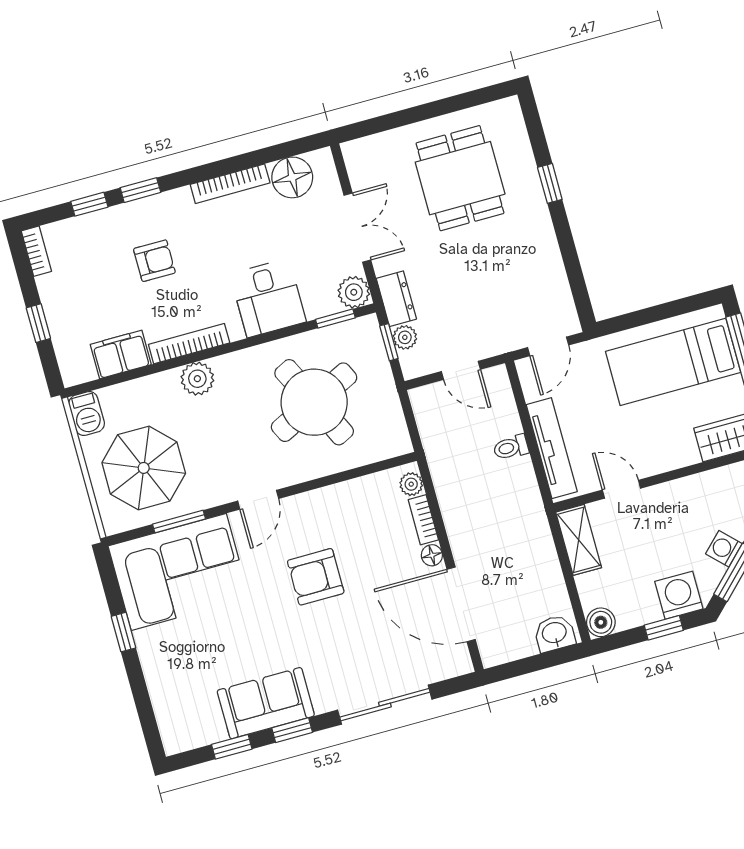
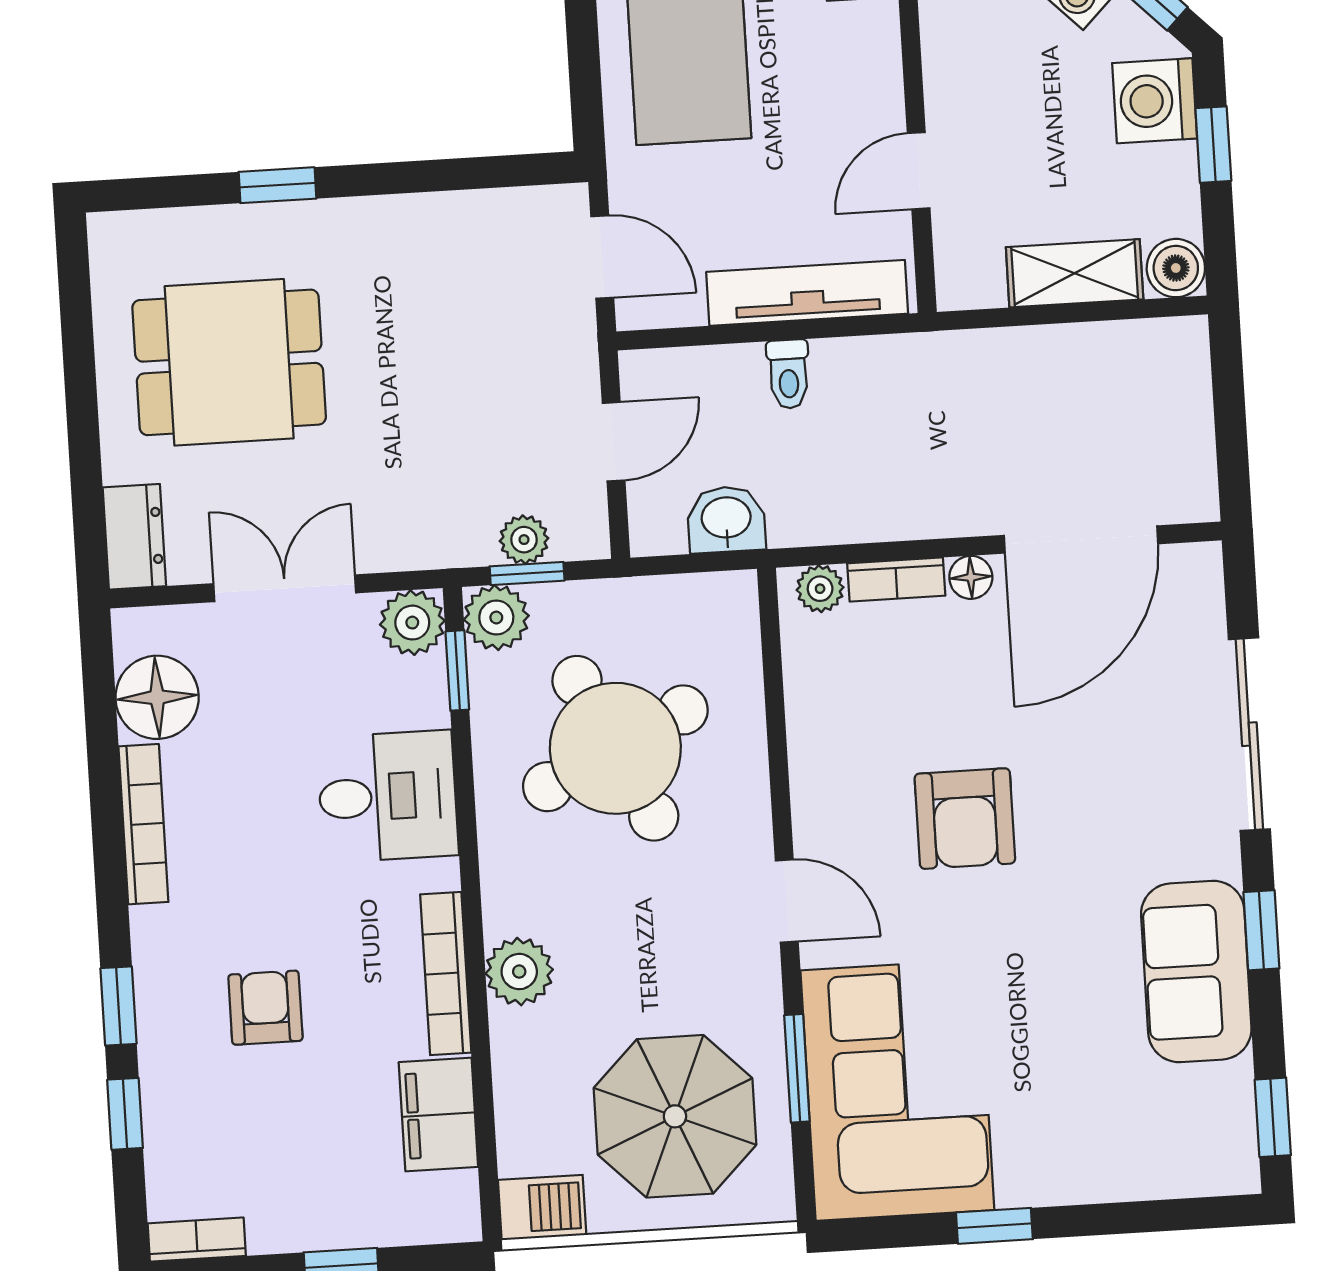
dresser: (396, 299) -> (134, 537), moved, turned 90
plant: (365, 332) -> (496, 618), added
shelving: (579, 540) -> (1075, 273), moved
washbasin: (554, 633) -> (726, 519), moved, turned 90
window: (232, 747) -> (1273, 1117), moved

